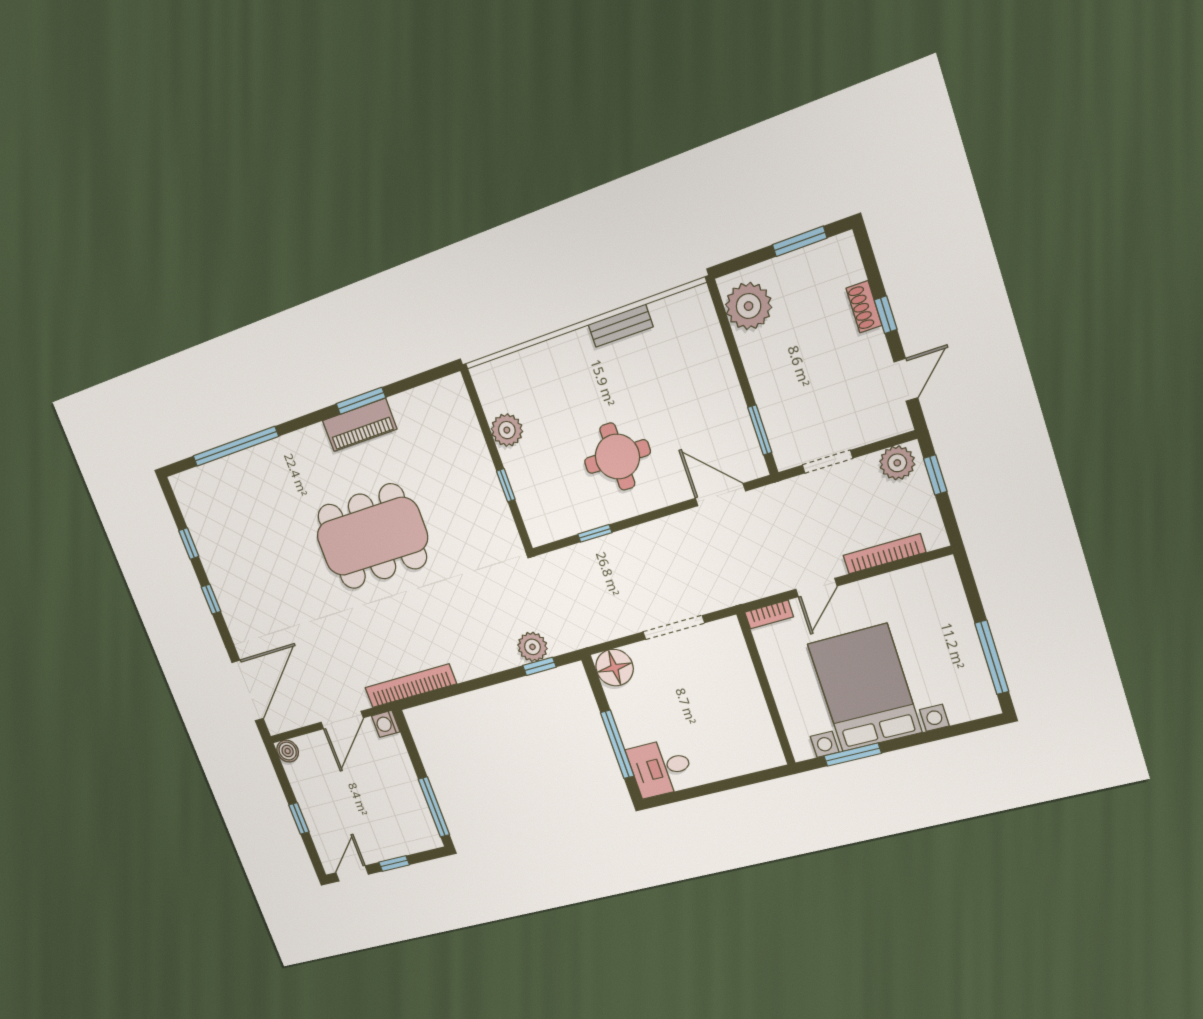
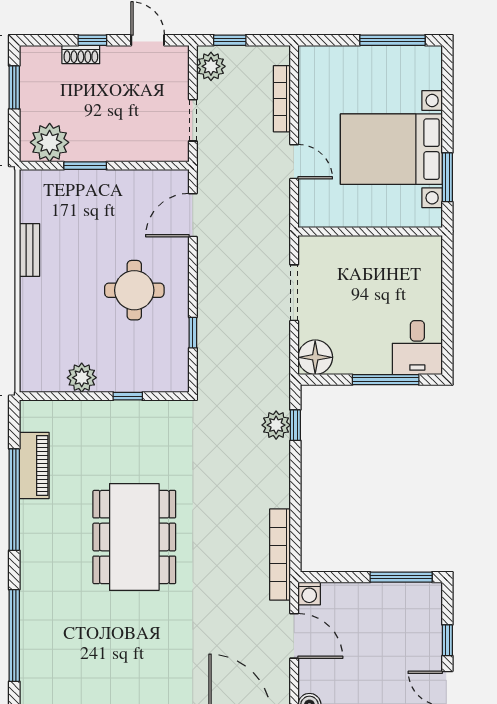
window: (361, 401) -> (14, 500), width x2.11
piano: (360, 425) -> (34, 465), moved
window: (760, 430) -> (85, 166), moved
bookcase: (769, 614) -> (306, 208), removed

